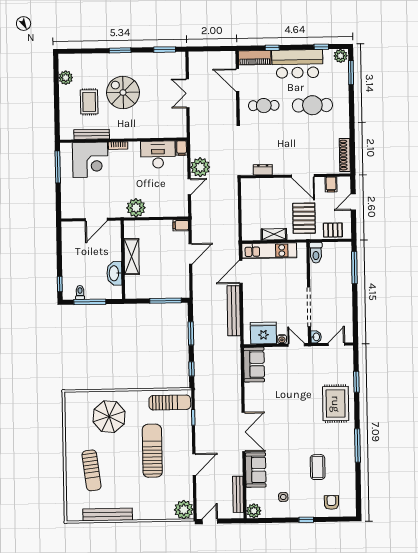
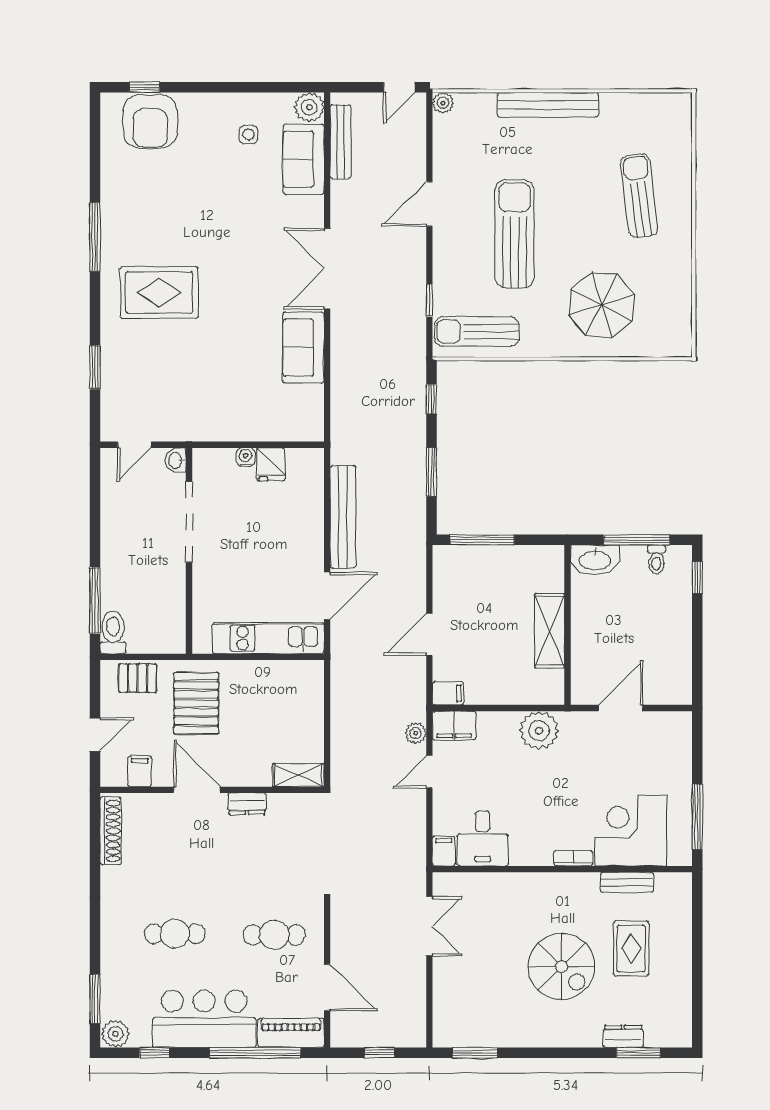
window: (272, 48) -> (255, 1053), width x3.17
window: (211, 49) -> (379, 1053), added
window: (120, 50) -> (638, 1053), moved
dresser: (92, 59) -> (623, 1036), added
plant: (66, 78) -> (678, 999), removed
double door: (188, 93) -> (429, 926), moved
cafe table: (312, 105) -> (175, 934), width x0.73, depth x0.74
bench: (92, 134) -> (627, 882), width x0.73
desk: (158, 155) -> (483, 838), width x0.73
plant: (200, 167) -> (416, 733), moved, width x0.53, depth x0.53
dresser: (263, 170) -> (247, 804), moved
filing cabinet: (178, 209) -> (454, 726), added
shelving: (274, 234) -> (298, 775), moved
toilet: (316, 253) -> (113, 633), moved
washbasin: (114, 273) -> (595, 560), moved, turned 90
fridge: (263, 333) -> (271, 464), width x0.53, depth x0.75
door: (296, 345) -> (216, 445), removed
sofa: (254, 365) -> (303, 348), moved
rug: (336, 404) -> (159, 292), moved, turned 90
sun lounger: (152, 451) -> (514, 234), turned 180
coffee table: (318, 467) -> (177, 194), removed
sofa: (256, 470) -> (304, 159), moved
armchair: (331, 502) -> (150, 122), width x1.88, depth x1.88
plant: (184, 510) -> (443, 103), width x0.53, depth x0.53
bench: (108, 515) -> (548, 105), moved
window: (306, 520) -> (145, 87), moved

